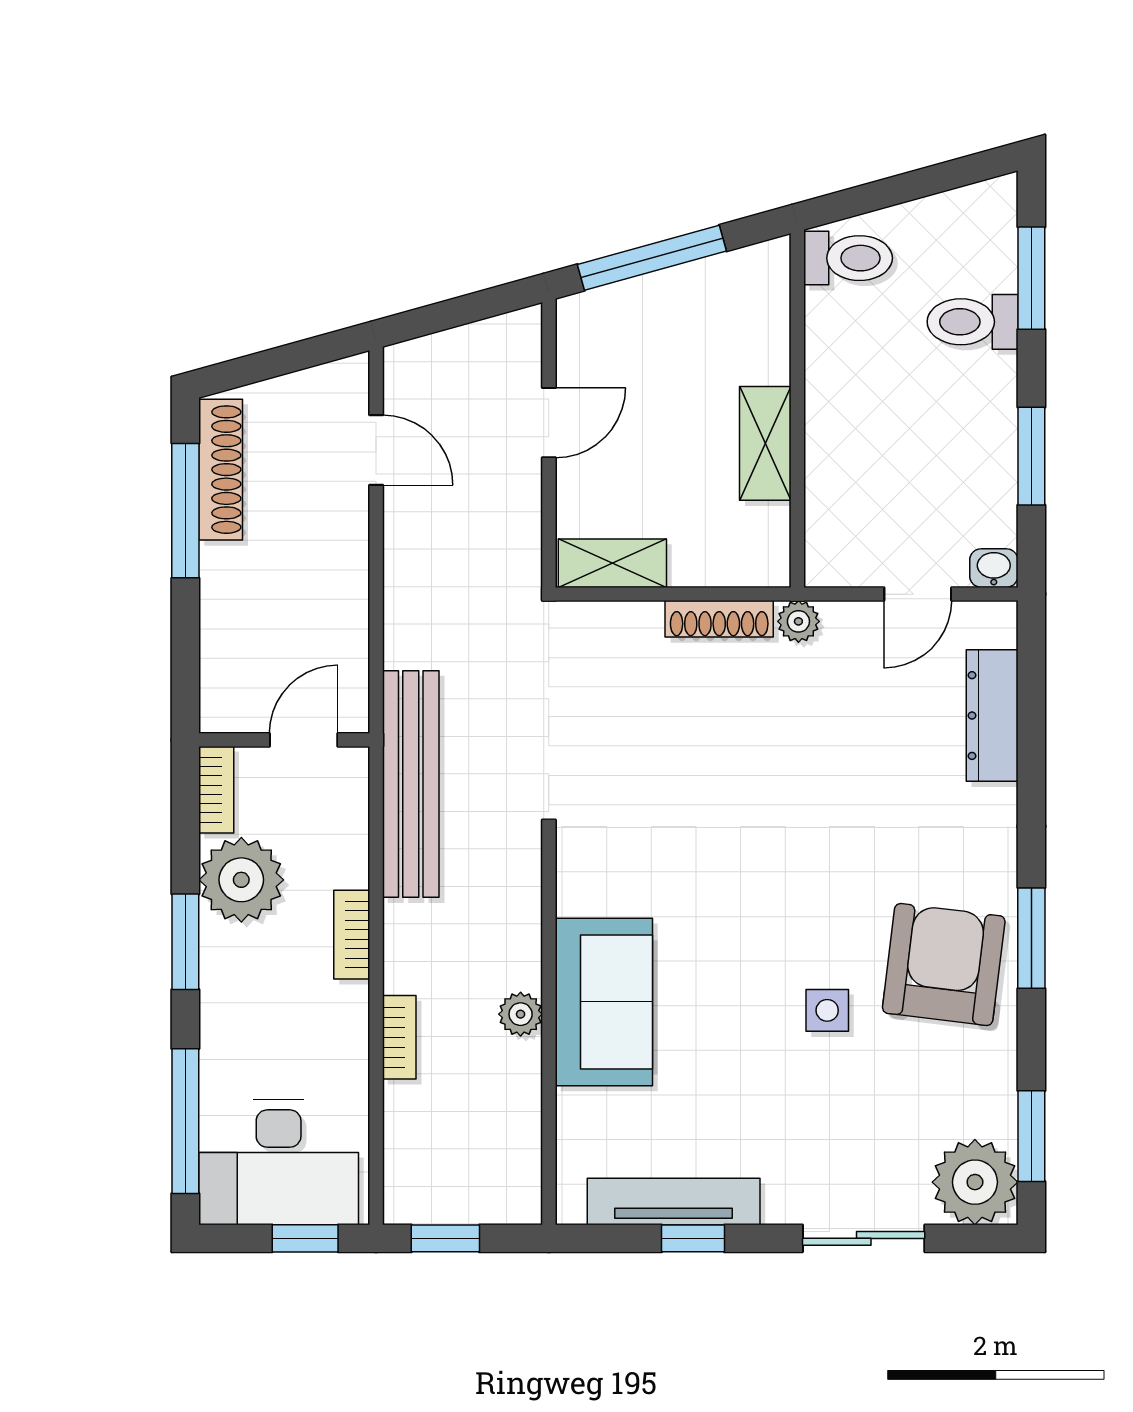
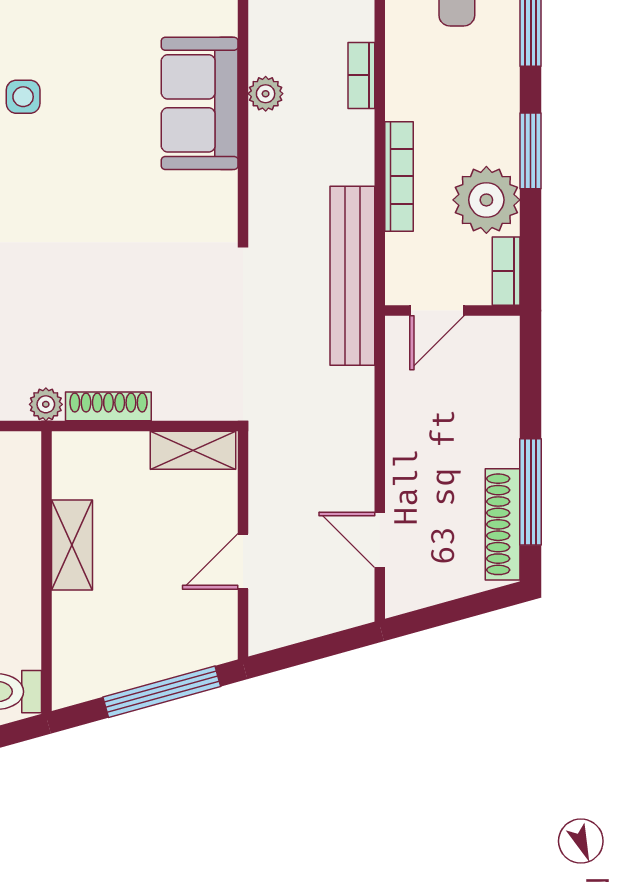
bookcase: (352, 935) -> (399, 176), width x1.56

